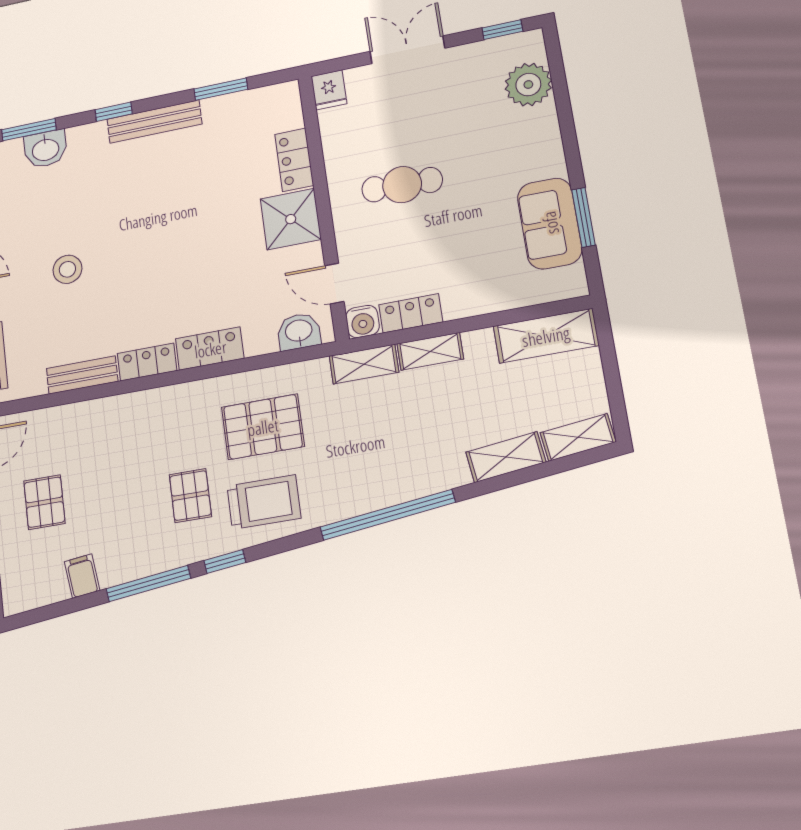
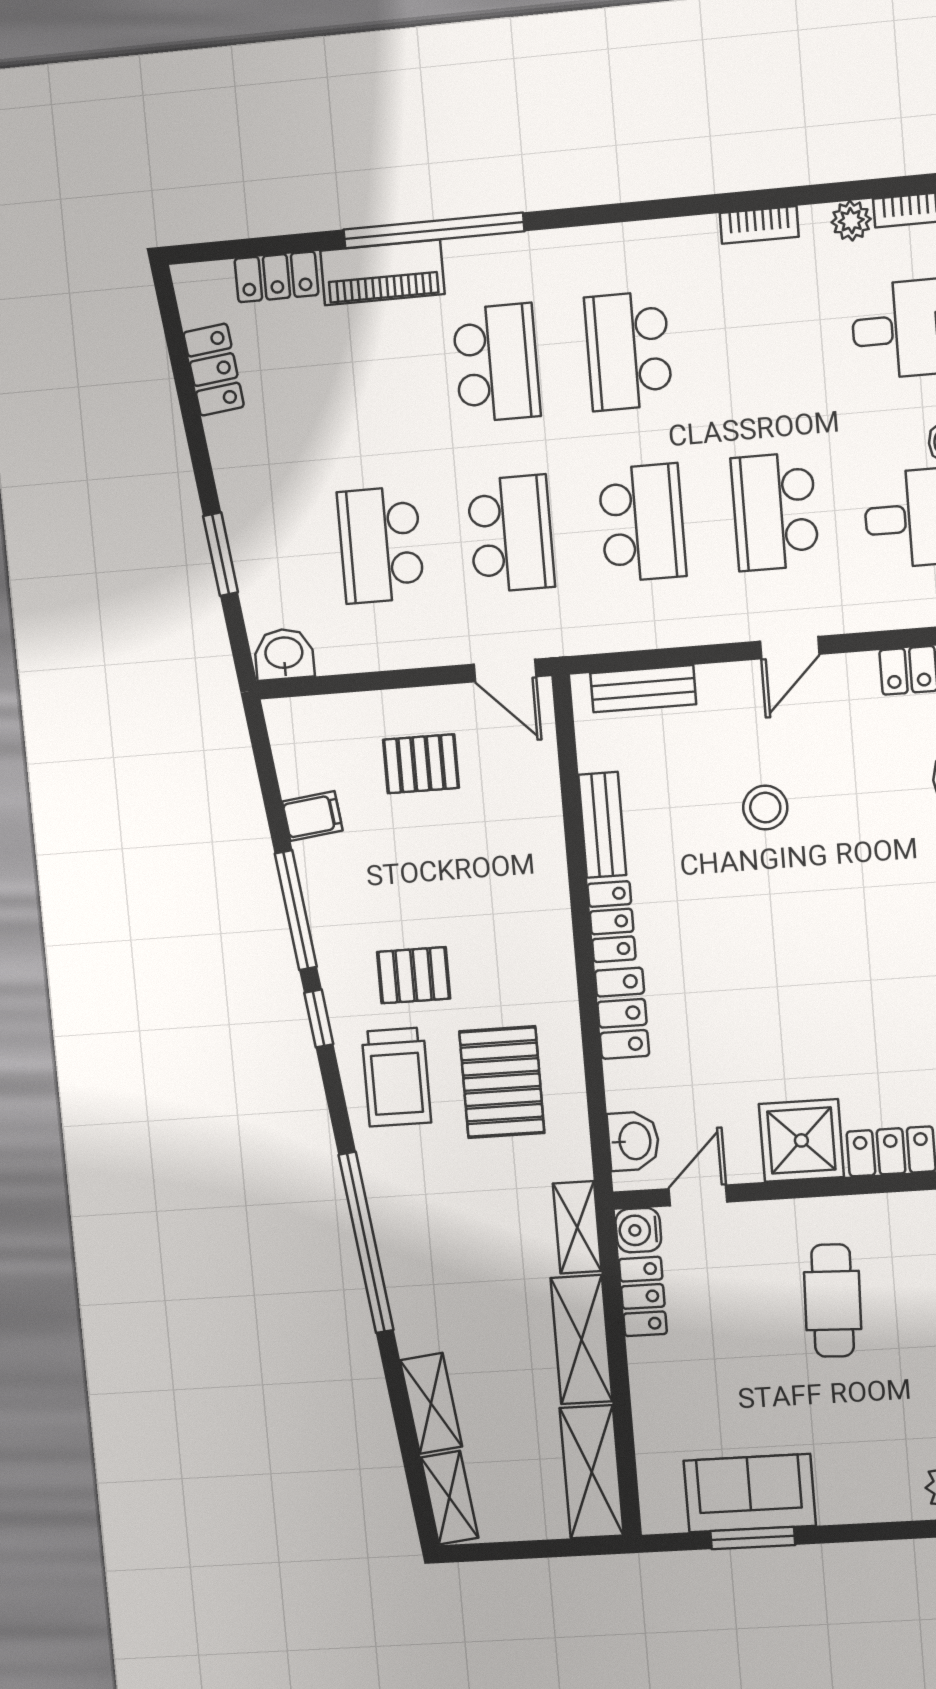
shelving: (430, 351) -> (582, 1340), width x1.50, depth x1.33

